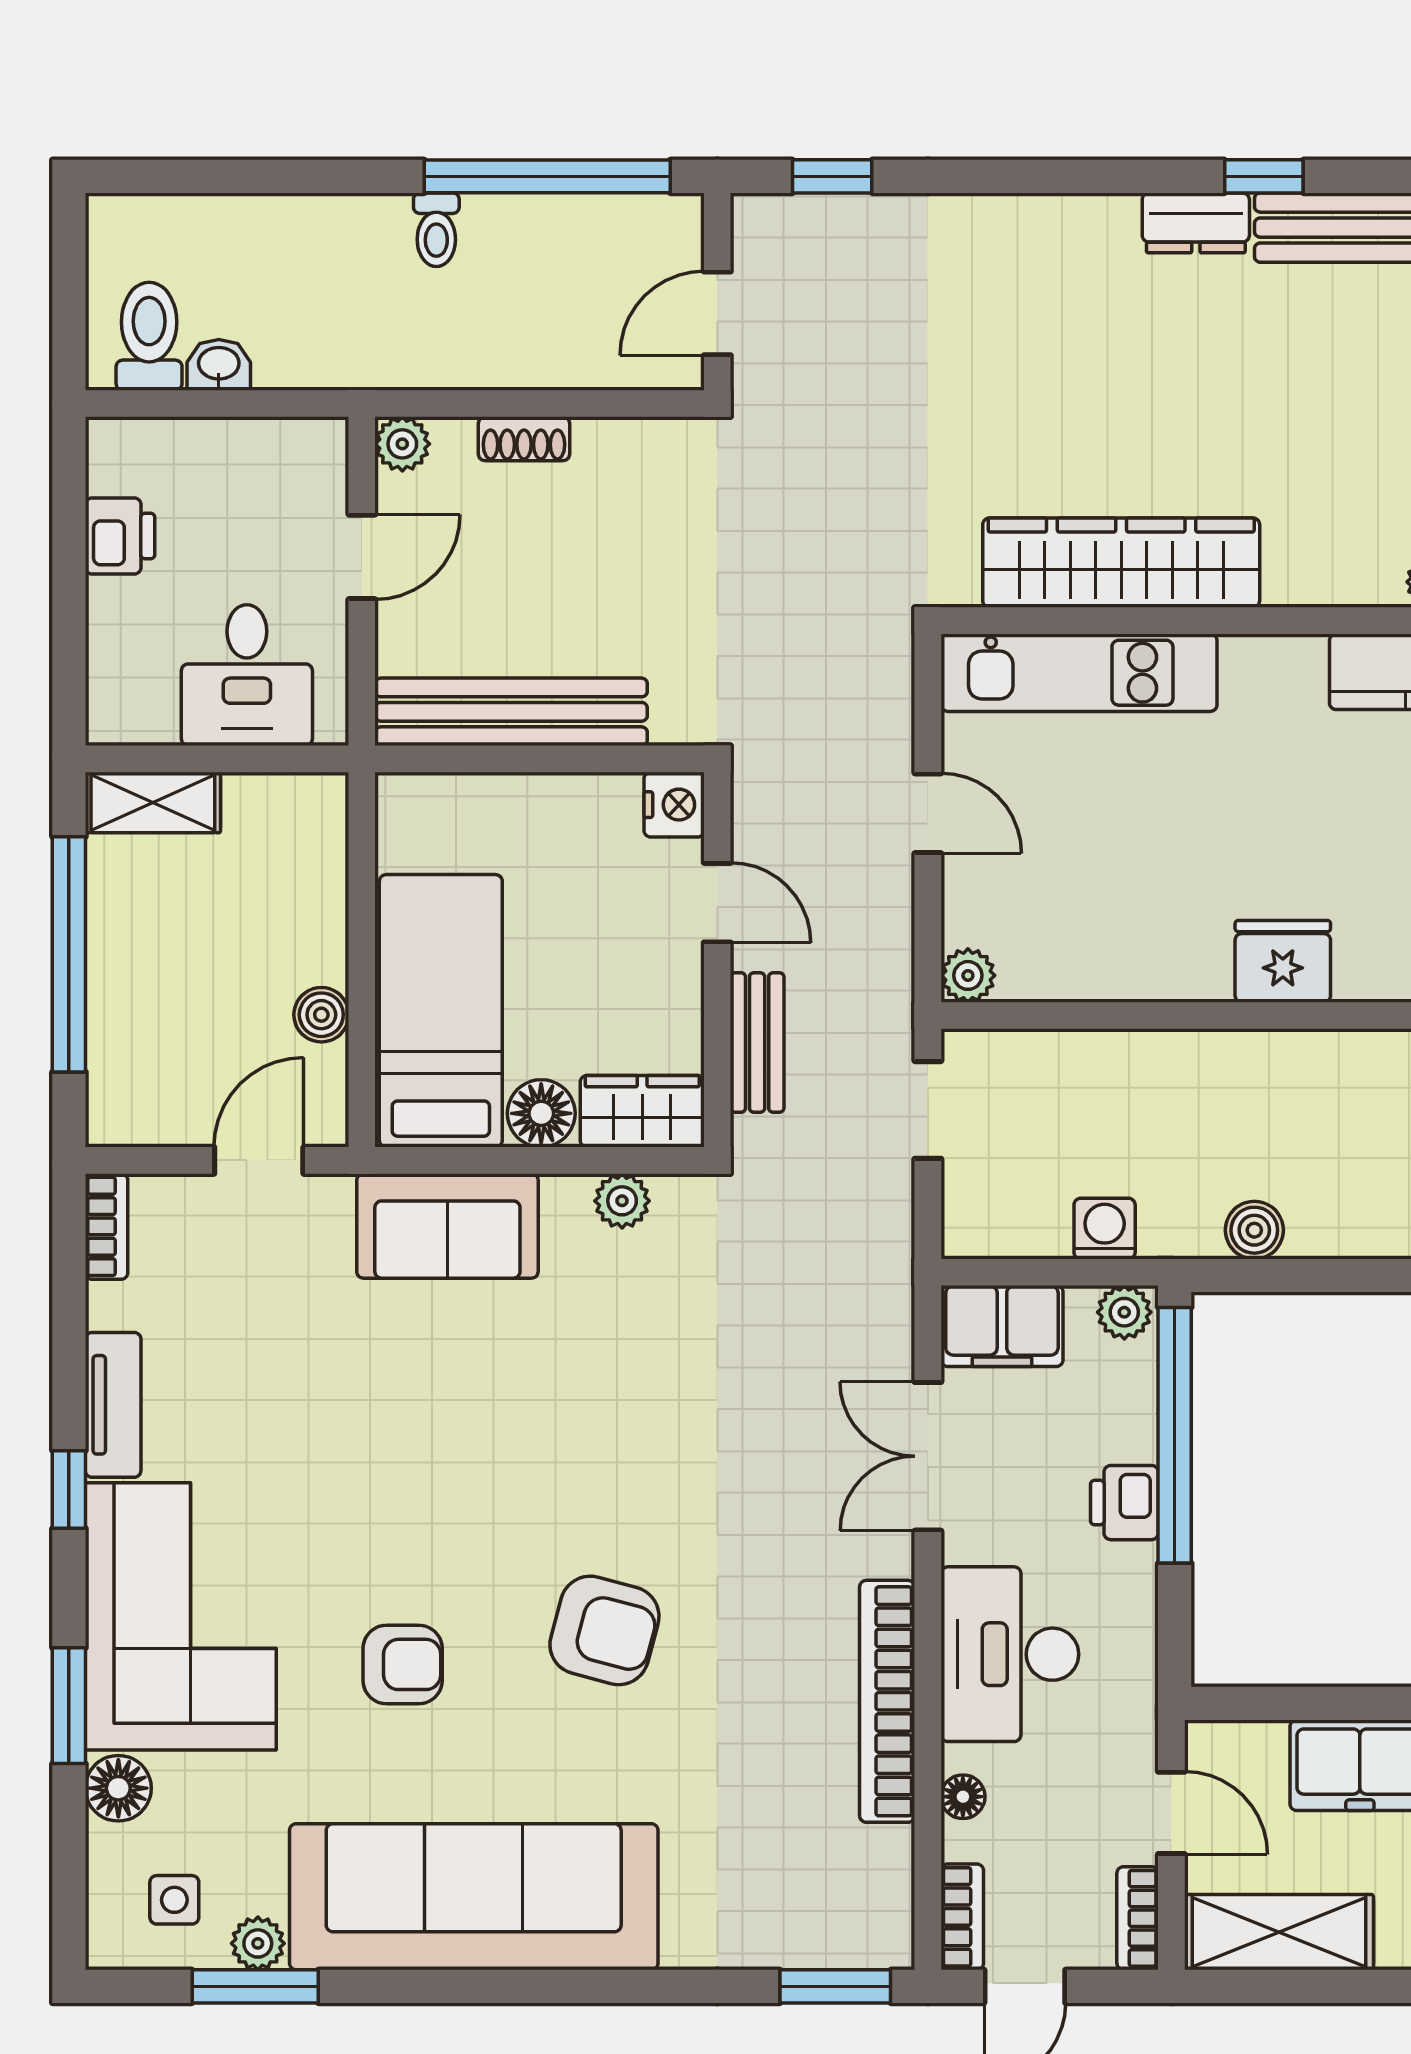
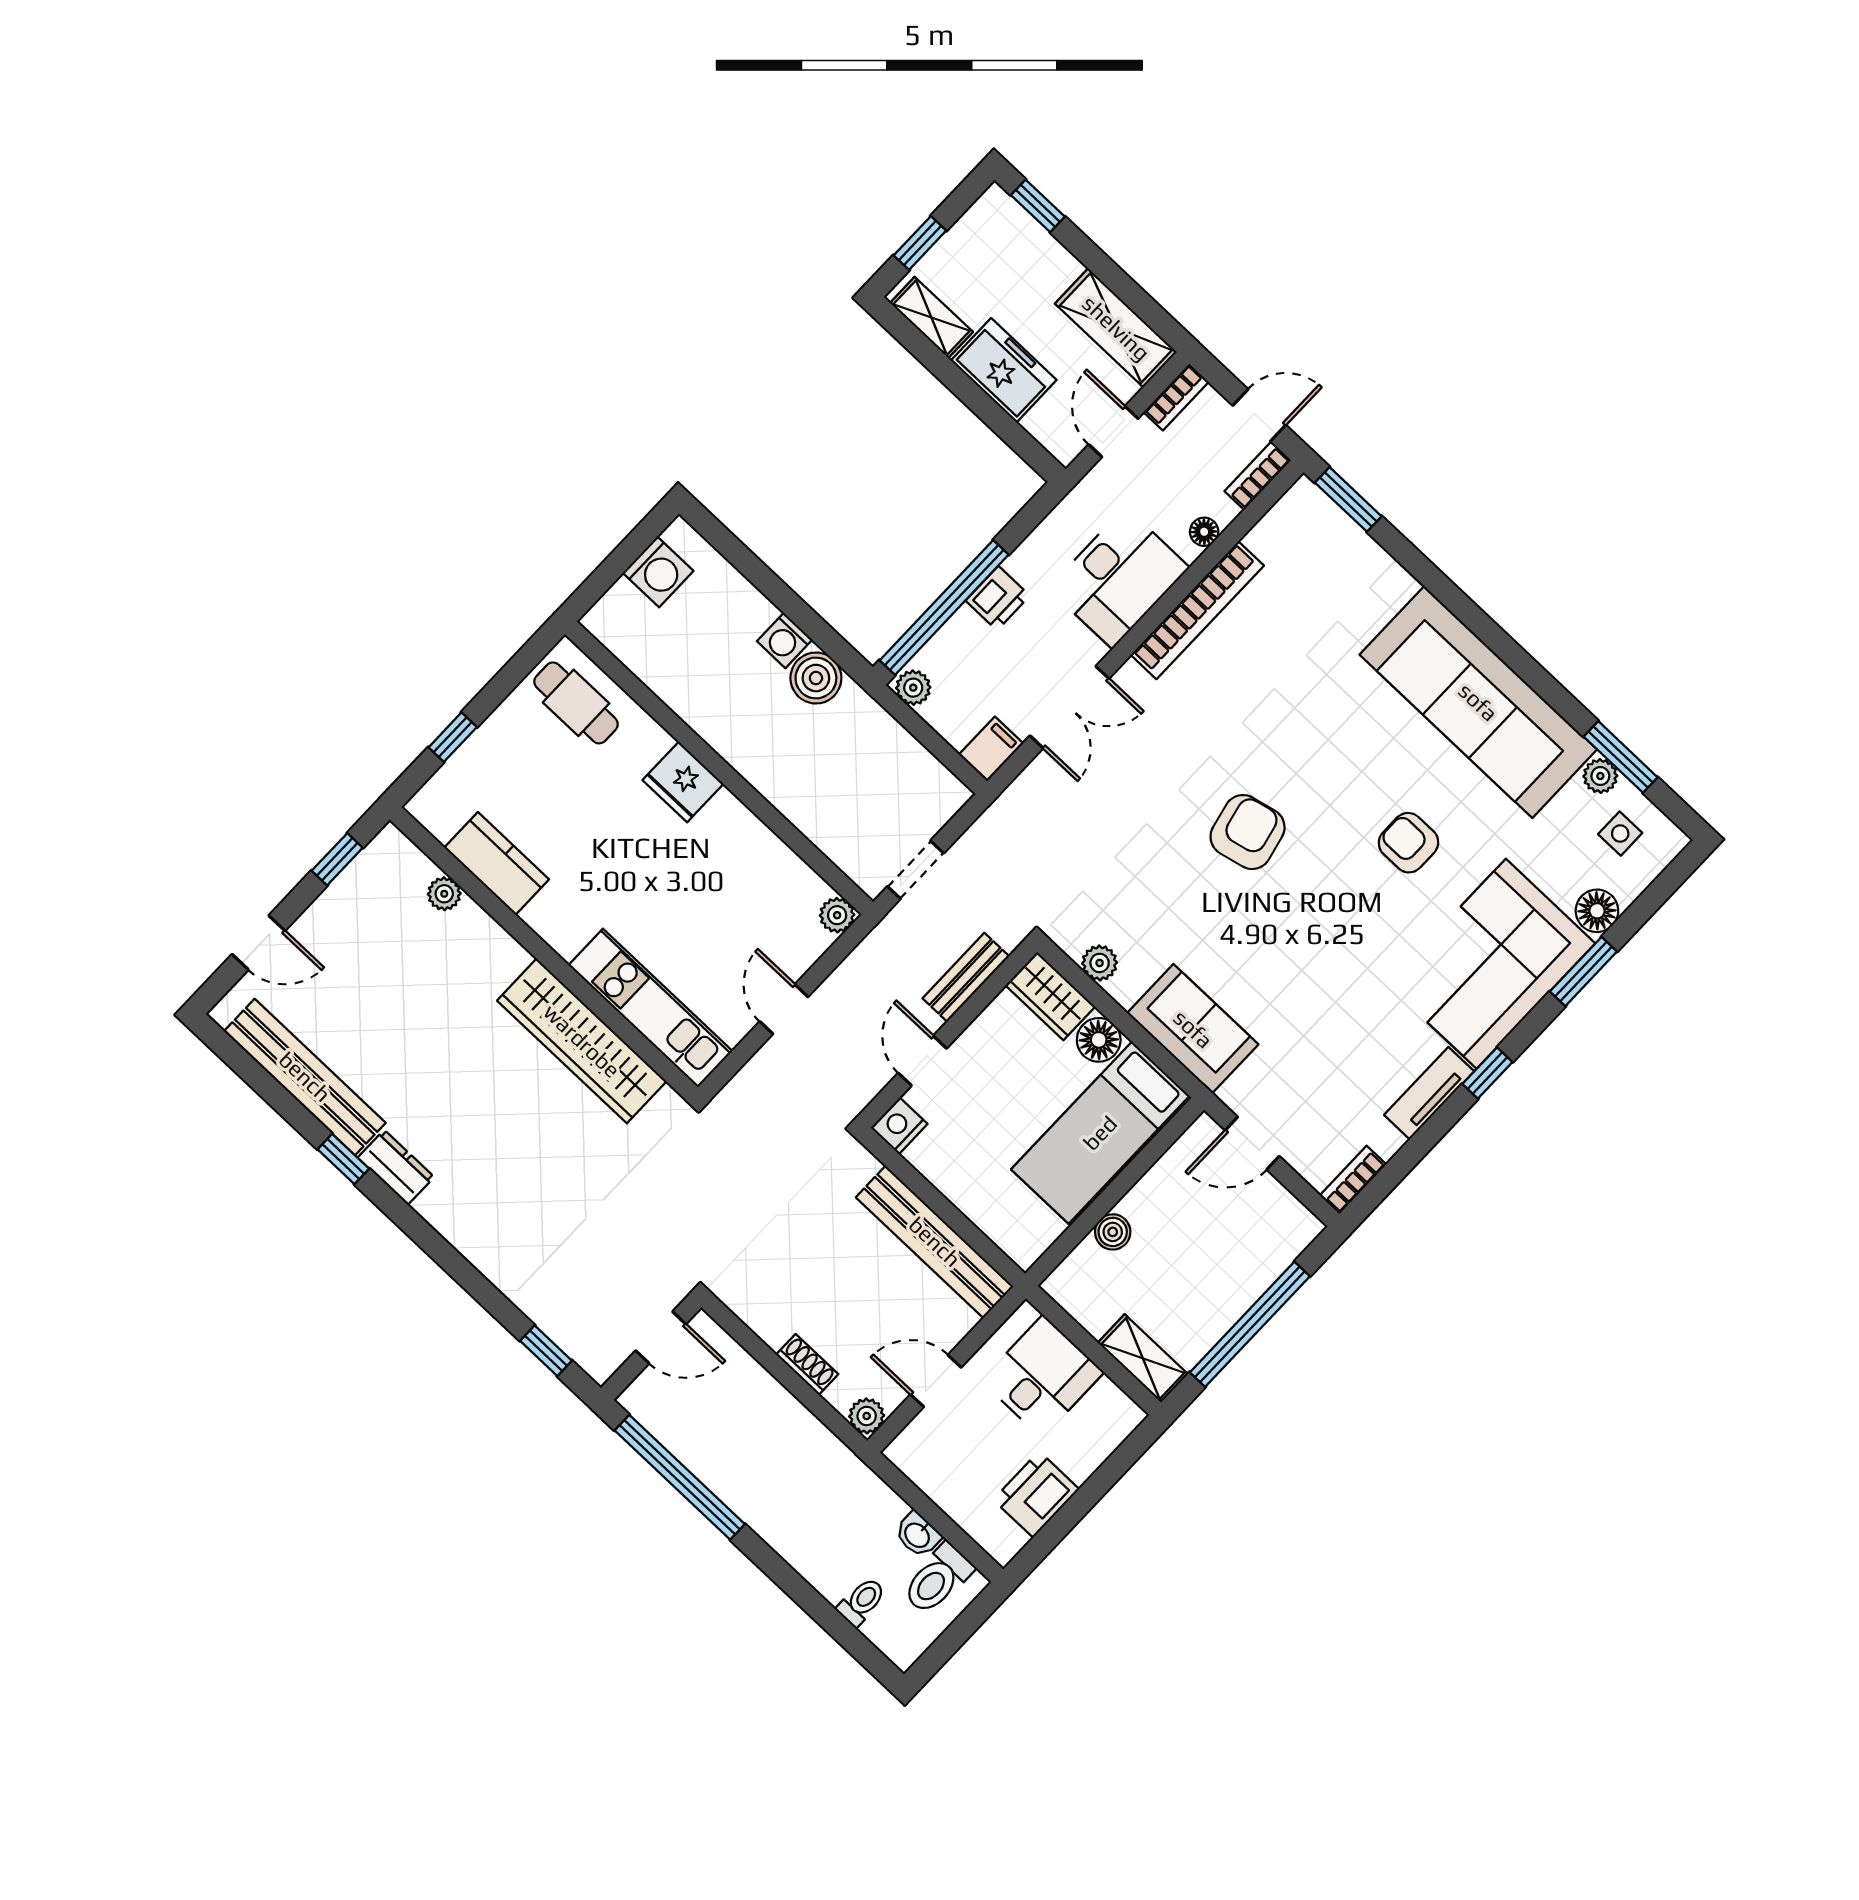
toilet: (436, 230) -> (862, 1602), moved
printer: (120, 536) -> (1036, 1494), width x1.36, depth x1.24
boiler: (321, 1015) -> (1113, 1232), moved
washing machine: (1105, 1229) -> (785, 640), moved
boiler: (1254, 1230) -> (816, 678), width x1.36, depth x1.36
filing cabinet: (1002, 1326) -> (991, 749), width x0.50
armchair: (604, 1630) -> (1248, 832), moved, turned 62

